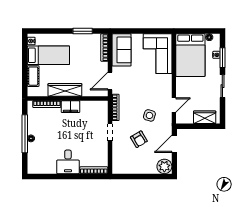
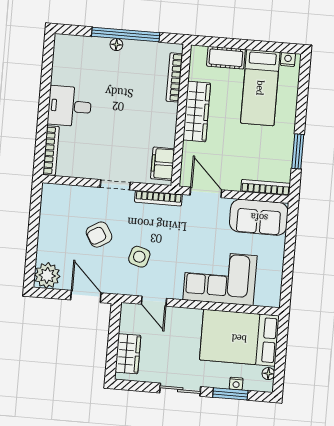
corner sofa: (158, 54) -> (220, 278), moved
filing cabinet: (71, 107) -> (163, 164), moved

